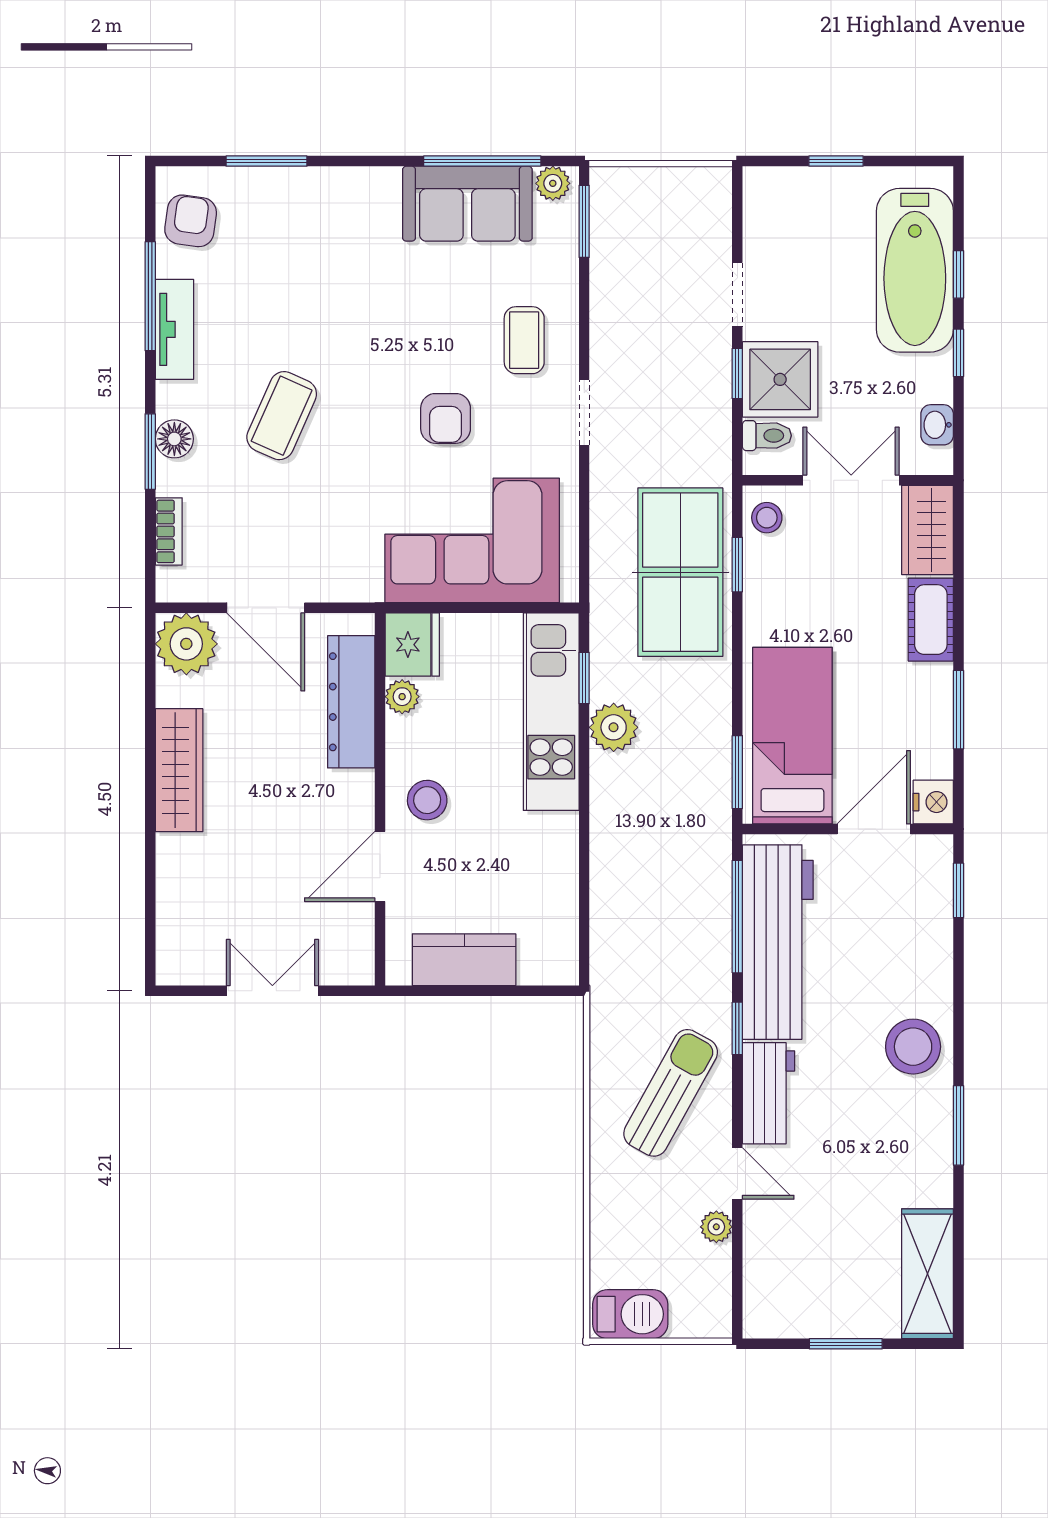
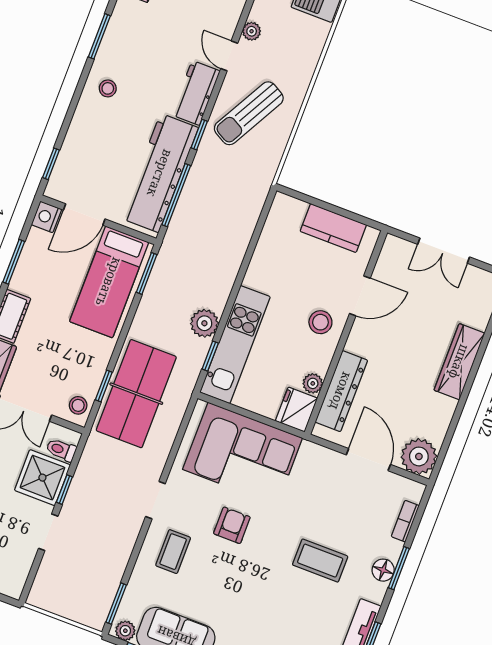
coffee table: (282, 416) -> (320, 561), turned 66
wardrobe: (179, 770) -> (459, 362), moved
stool: (913, 1047) -> (108, 88), width x0.53, depth x0.53

